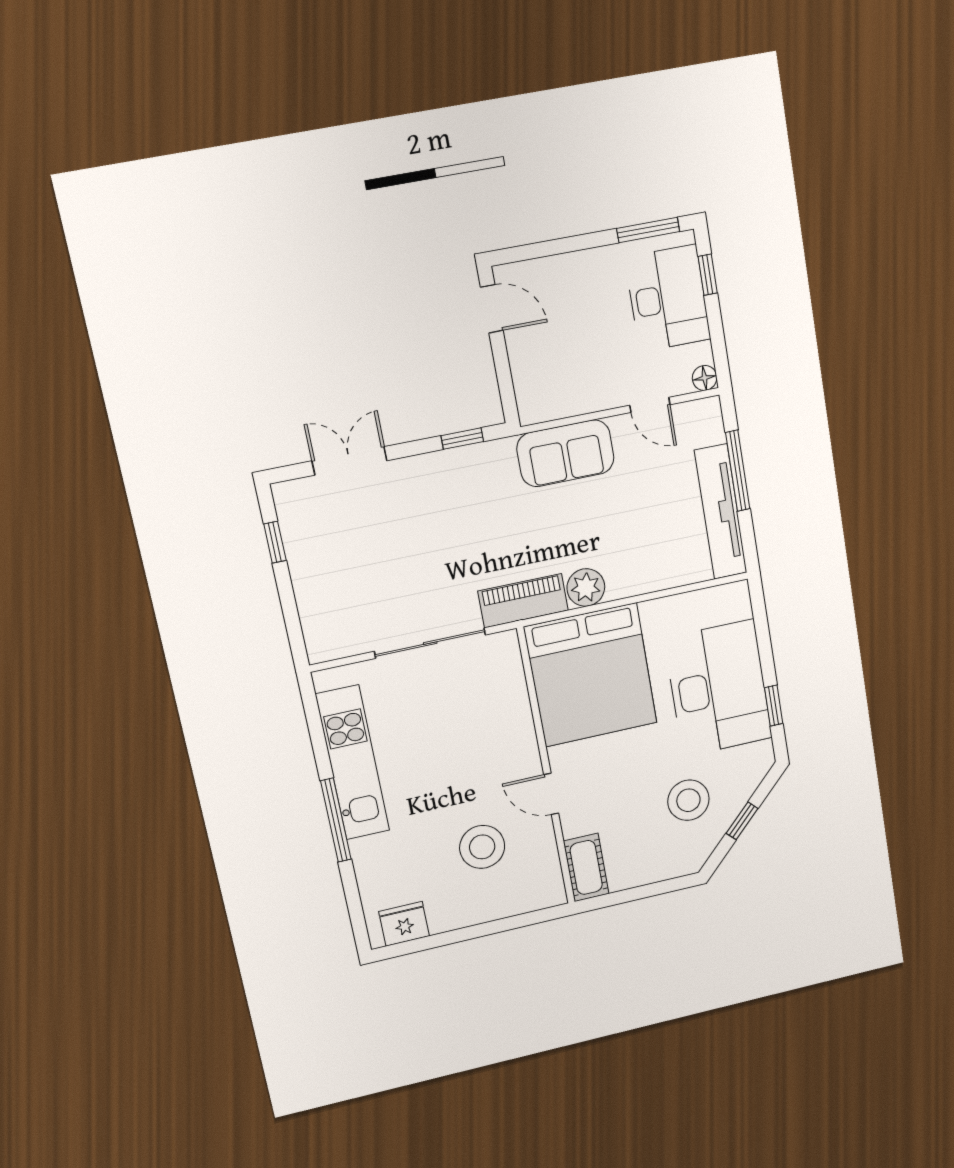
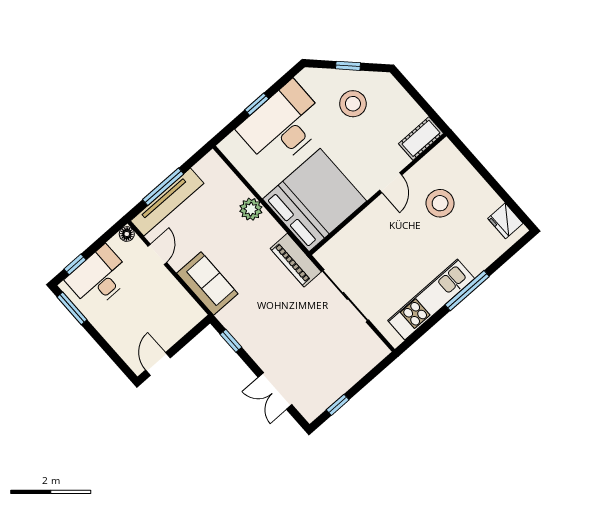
tv unit: (721, 512) -> (167, 202), moved
plant: (586, 587) -> (251, 209), moved
window: (774, 706) -> (257, 104), moved

